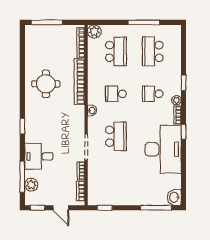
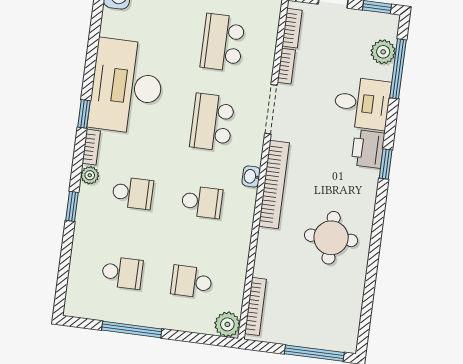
school desk: (116, 51) -> (192, 282), width x0.54
school desk: (153, 51) -> (122, 273), width x0.54
bookcase: (79, 82) -> (274, 184), moved
printer: (33, 133) -> (368, 149), added
school desk: (116, 179) -> (223, 43), added

